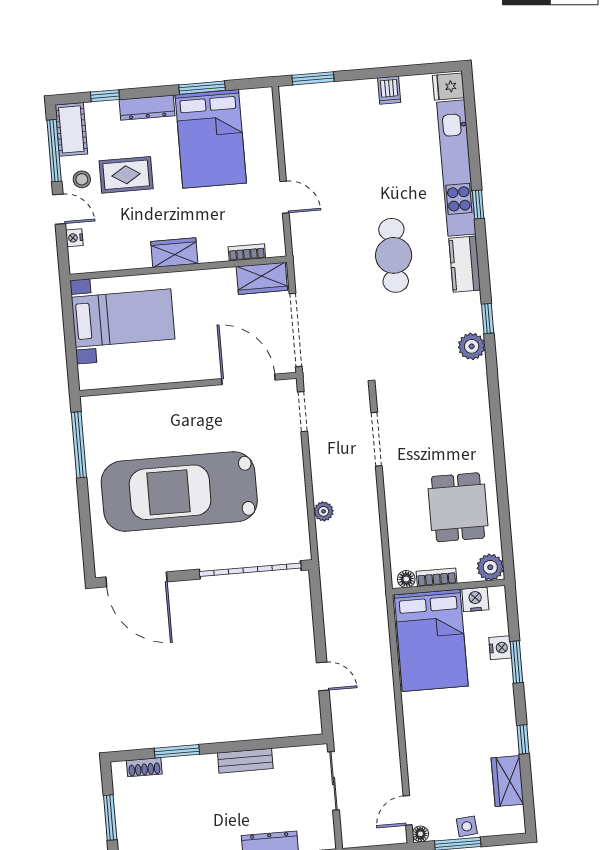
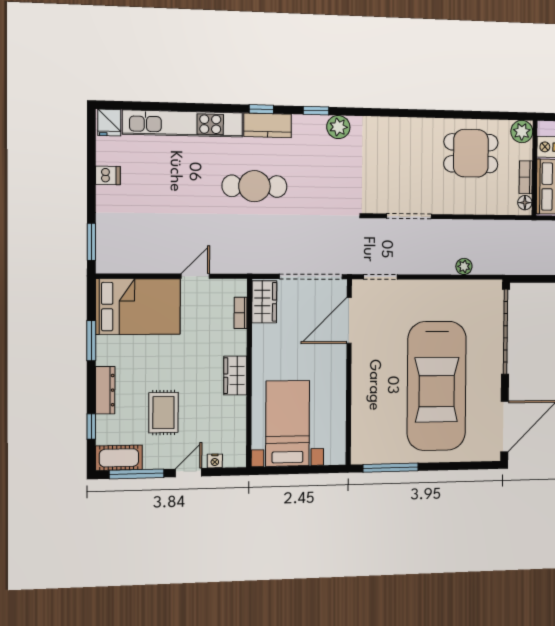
bed: (211, 139) -> (138, 307), moved
stool: (82, 179) -> (164, 451), removed
window: (478, 205) -> (261, 109), moved

